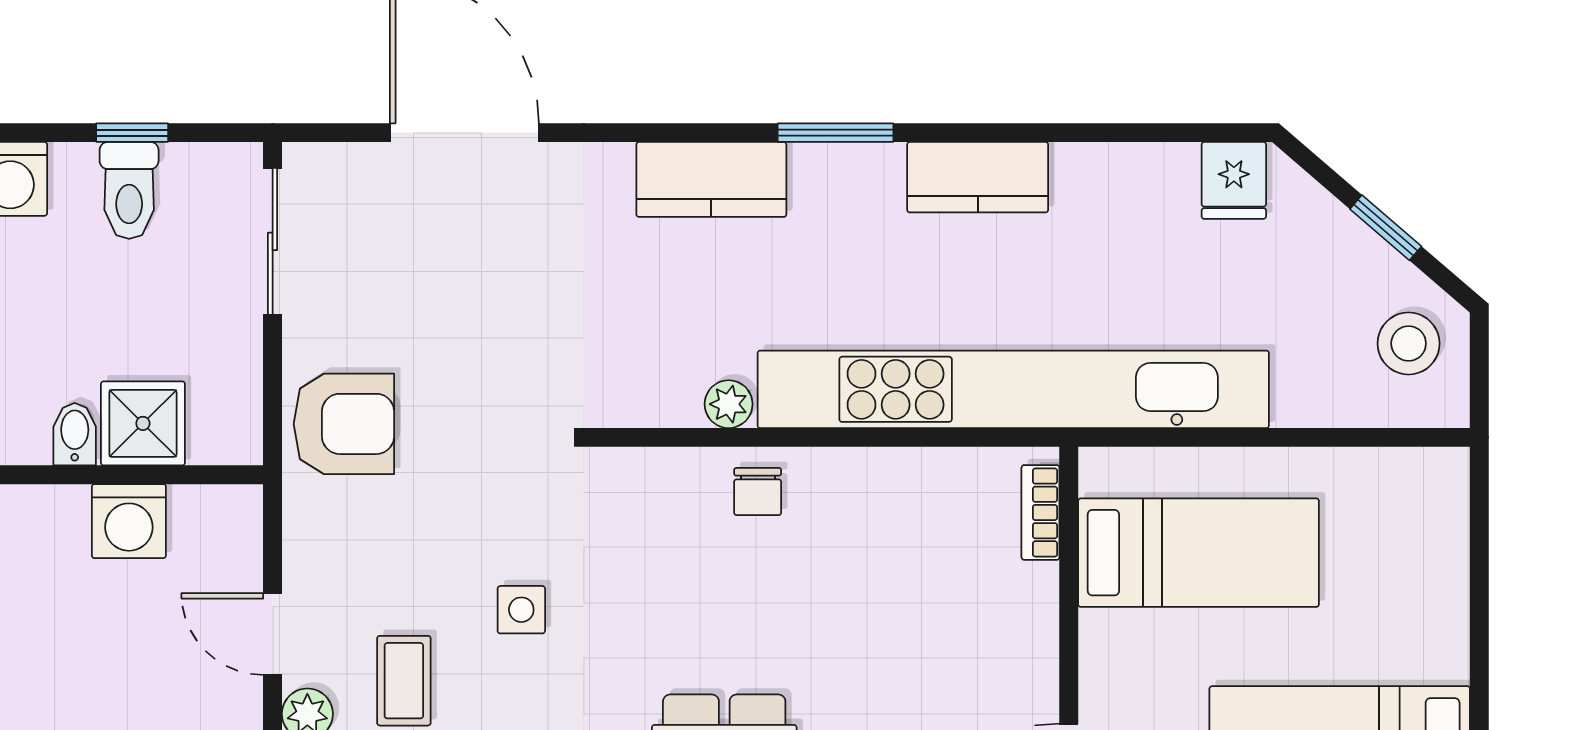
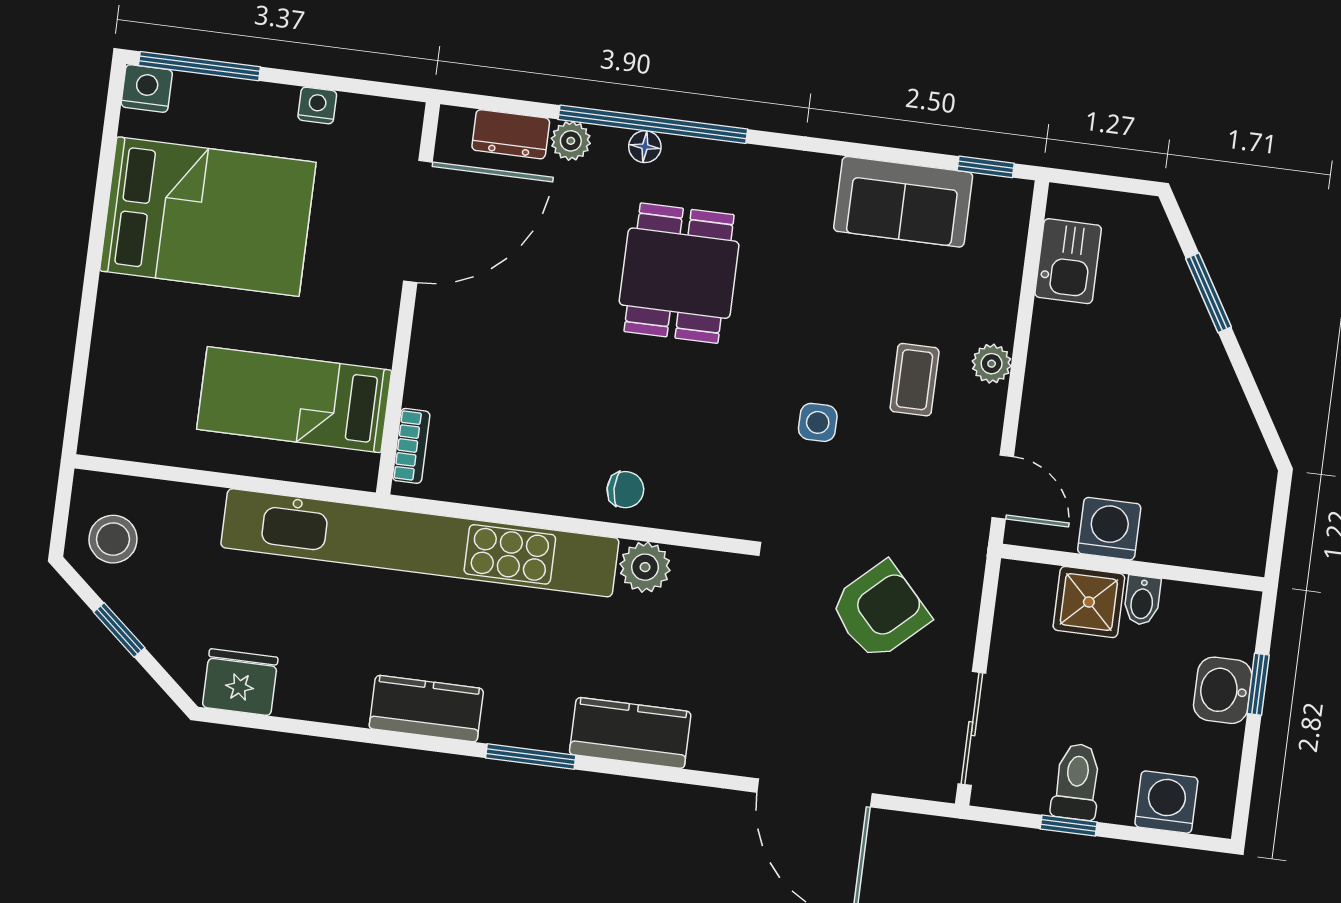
fridge: (1234, 180) -> (240, 682), width x1.38
plant: (729, 404) -> (645, 567), width x1.38, depth x1.38
armchair: (344, 424) -> (880, 611), moved, turned 137
chair: (758, 492) -> (625, 490), turned 89
door: (273, 634) -> (1003, 487), moved

